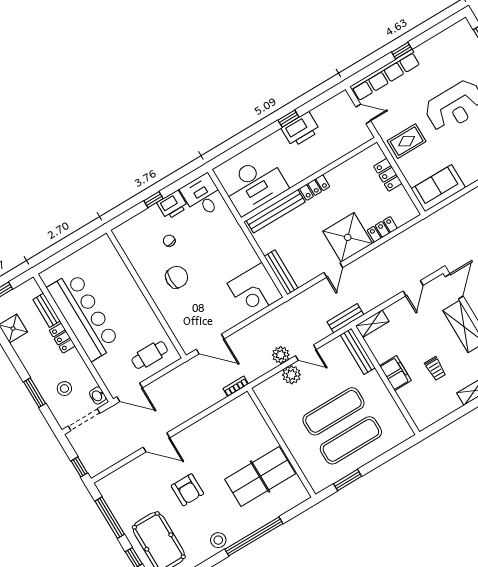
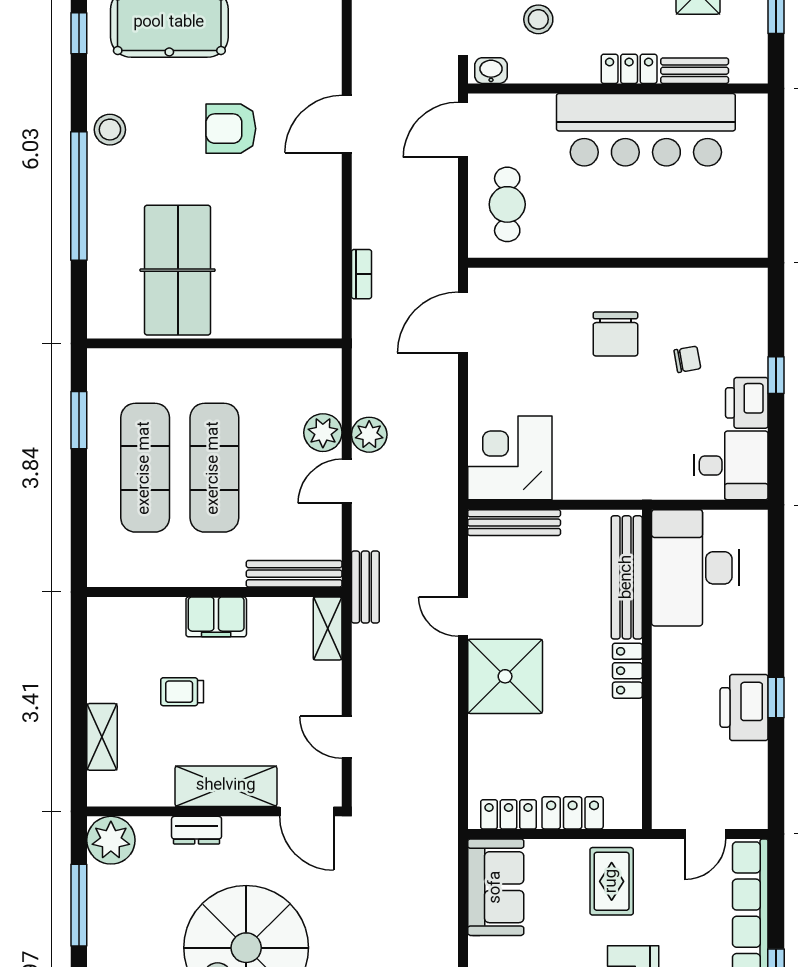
locker: (382, 229) -> (509, 814), moved, turned -90
bookcase: (236, 386) -> (361, 274), moved

